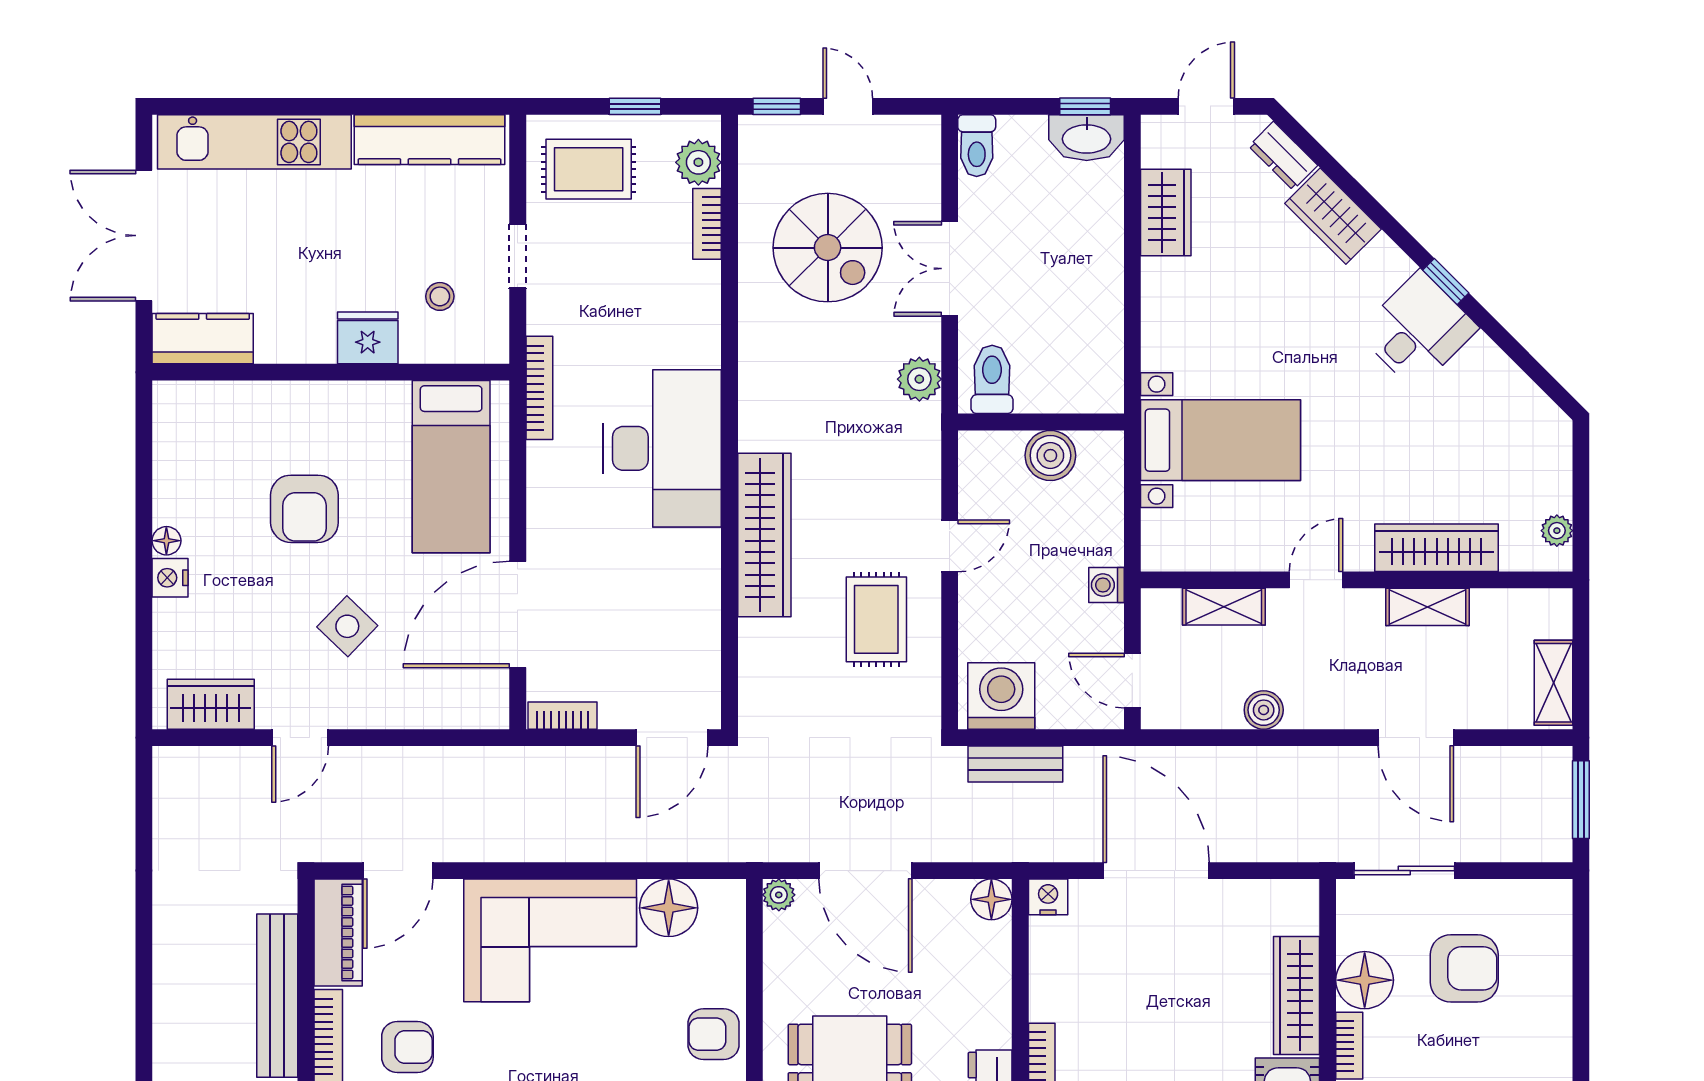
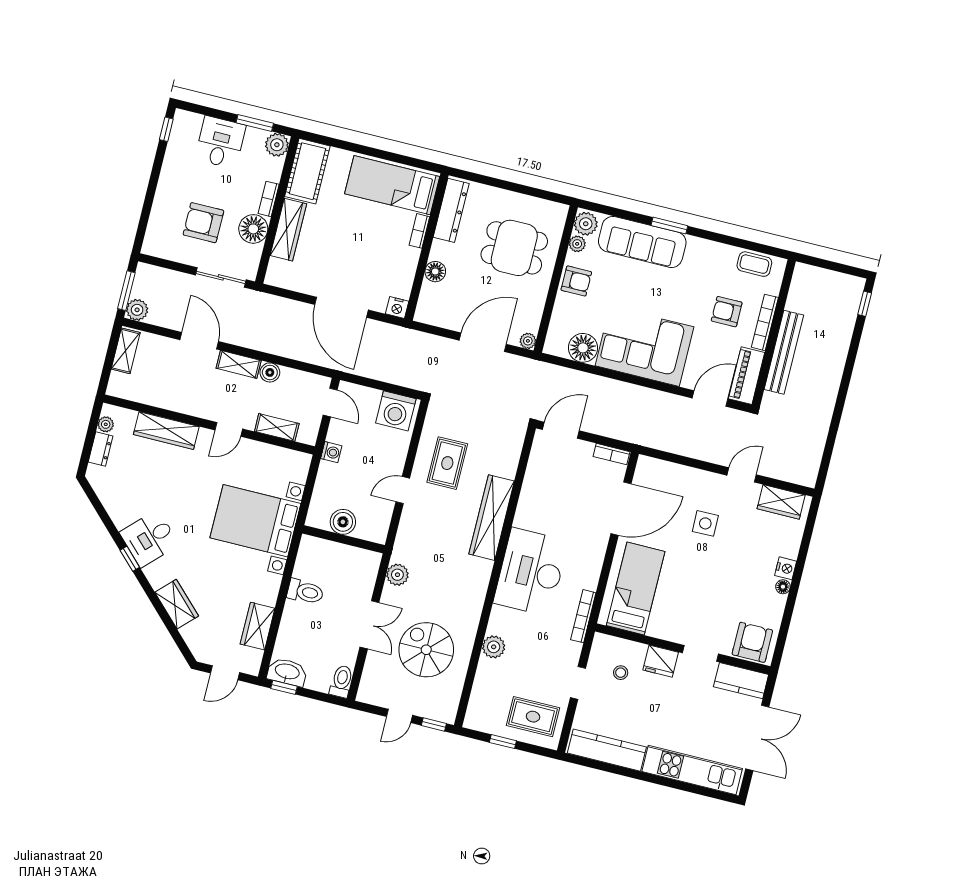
door: (848, 106) -> (399, 716), hinge flipped
dresser: (1283, 156) -> (101, 449), moved, turned 45
plant: (698, 162) -> (494, 647), moved
bookcase: (707, 224) -> (482, 676), removed
doorway: (294, 372) -> (701, 653), added
toilet: (992, 379) -> (305, 592), moved, turned -90
bed with nightstands: (1220, 440) -> (255, 521), width x1.36
armchair: (304, 509) -> (752, 642), moved
shelving: (1428, 607) -> (239, 364), moved
side table: (347, 626) -> (705, 523), turned 45
bench: (1015, 764) -> (397, 376), removed
plant: (1551, 768) -> (137, 310), added
door: (865, 871) -> (483, 342), hinge flipped
floor lamp: (991, 899) -> (435, 272), moved

